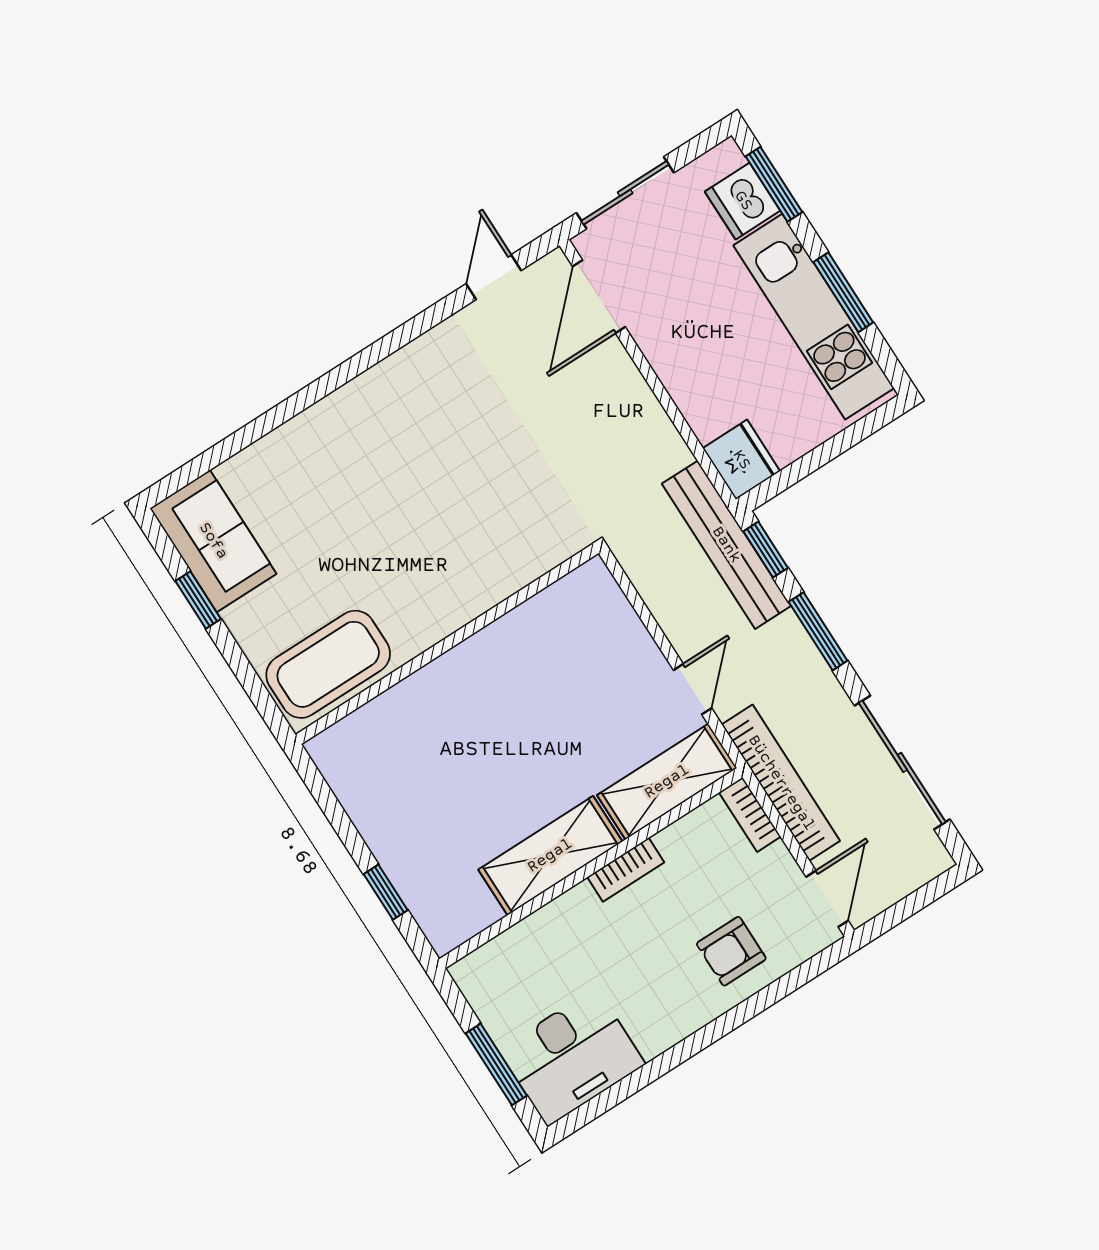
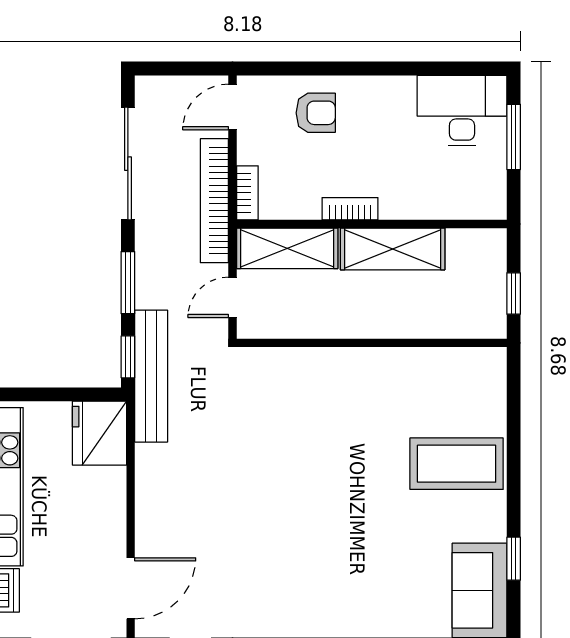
fridge: (741, 460) -> (99, 433), width x1.36, depth x1.34
wall: (447, 644) -> (372, 343), moved

